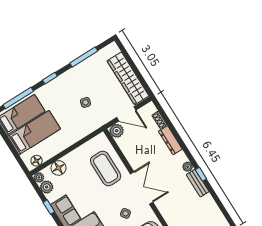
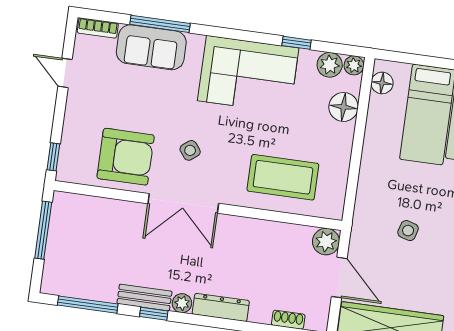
door: (126, 114) -> (339, 277), swing flipped
dresser: (170, 140) -> (221, 307), moved
double door: (142, 188) -> (183, 203), moved
window: (219, 203) -> (88, 305), added

